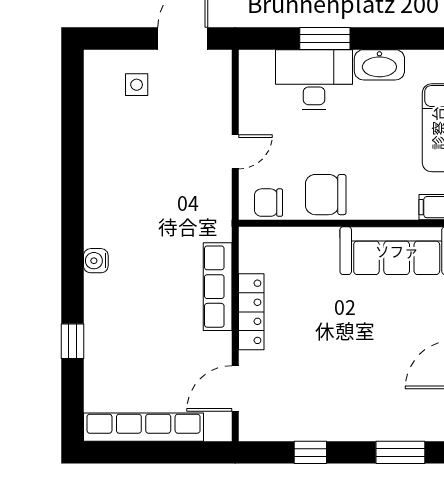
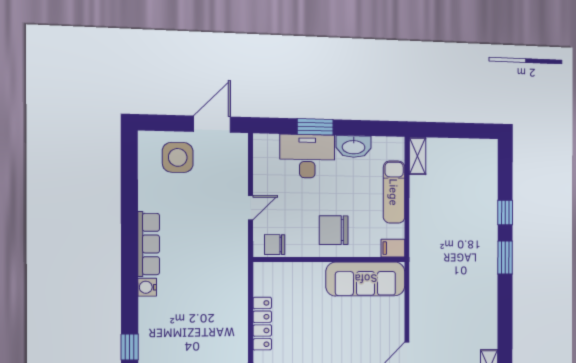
side table: (137, 85) -> (178, 157), width x1.87, depth x1.87
chair: (326, 195) -> (334, 230), moved
row of seats: (218, 287) -> (149, 244), moved, turned 180

